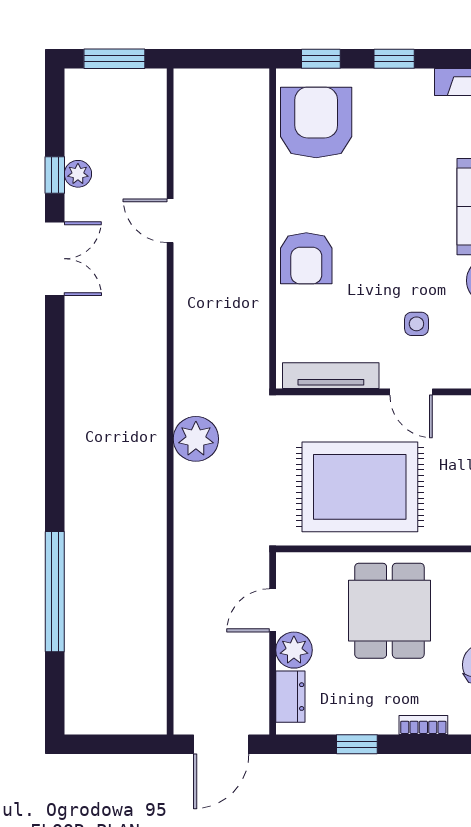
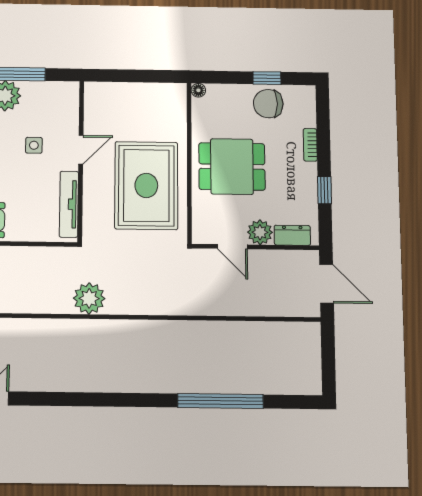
plant: (196, 439) -> (89, 298), moved

